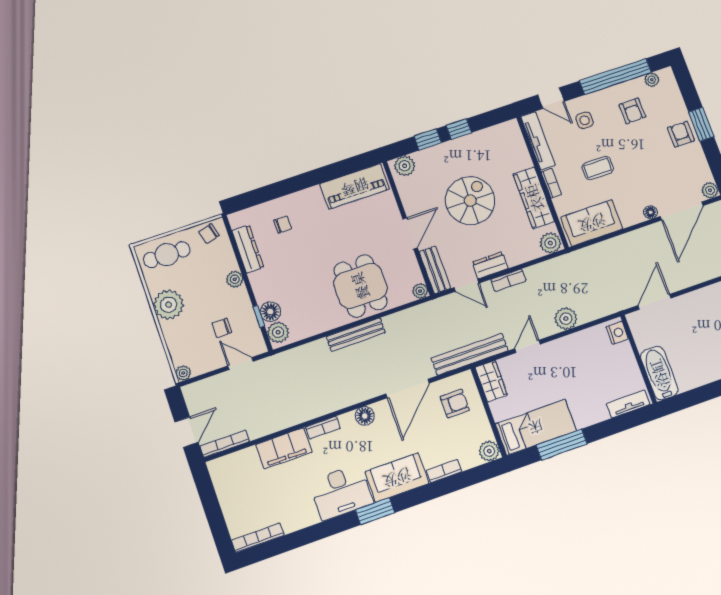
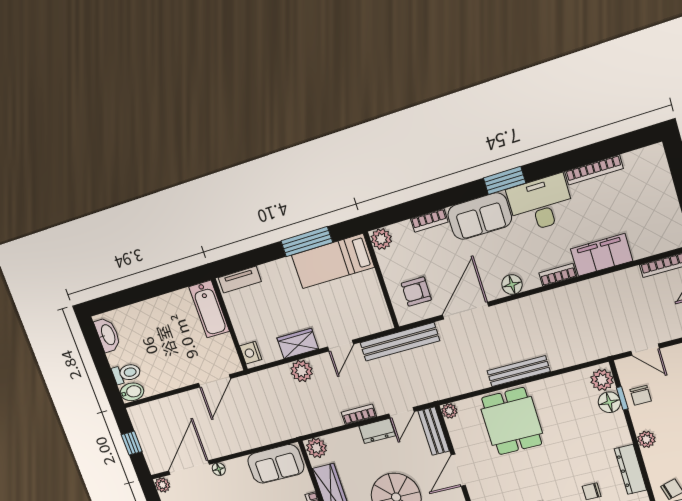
door: (467, 285) -> (401, 413), swing flipped
chair: (222, 328) -> (641, 395), moved, turned 90
wardrobe: (491, 381) -> (298, 344), moved, turned 90
bookcase: (258, 538) -> (594, 170), moved

